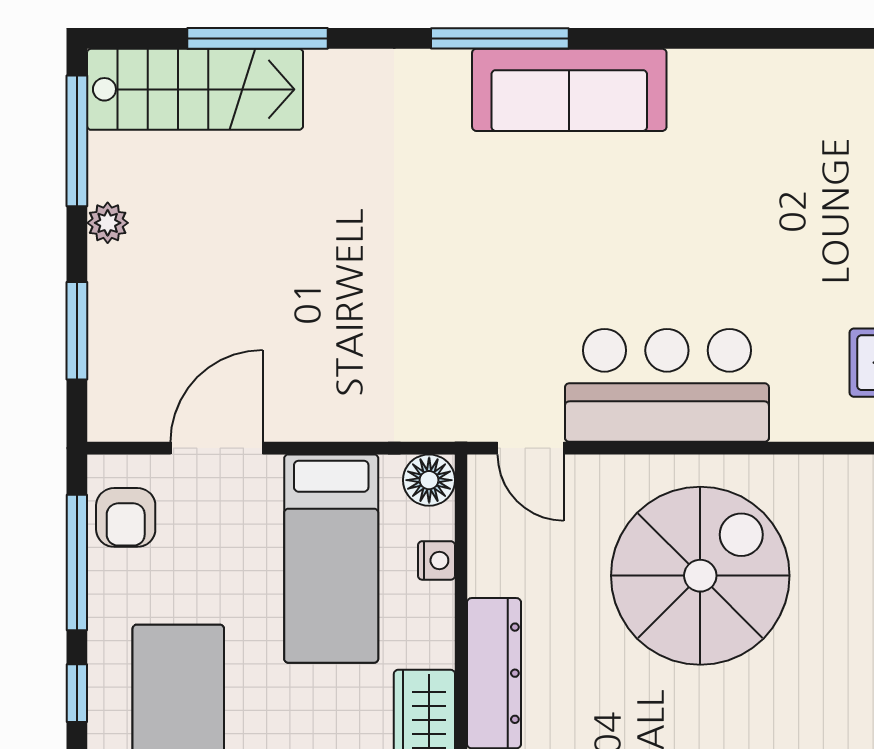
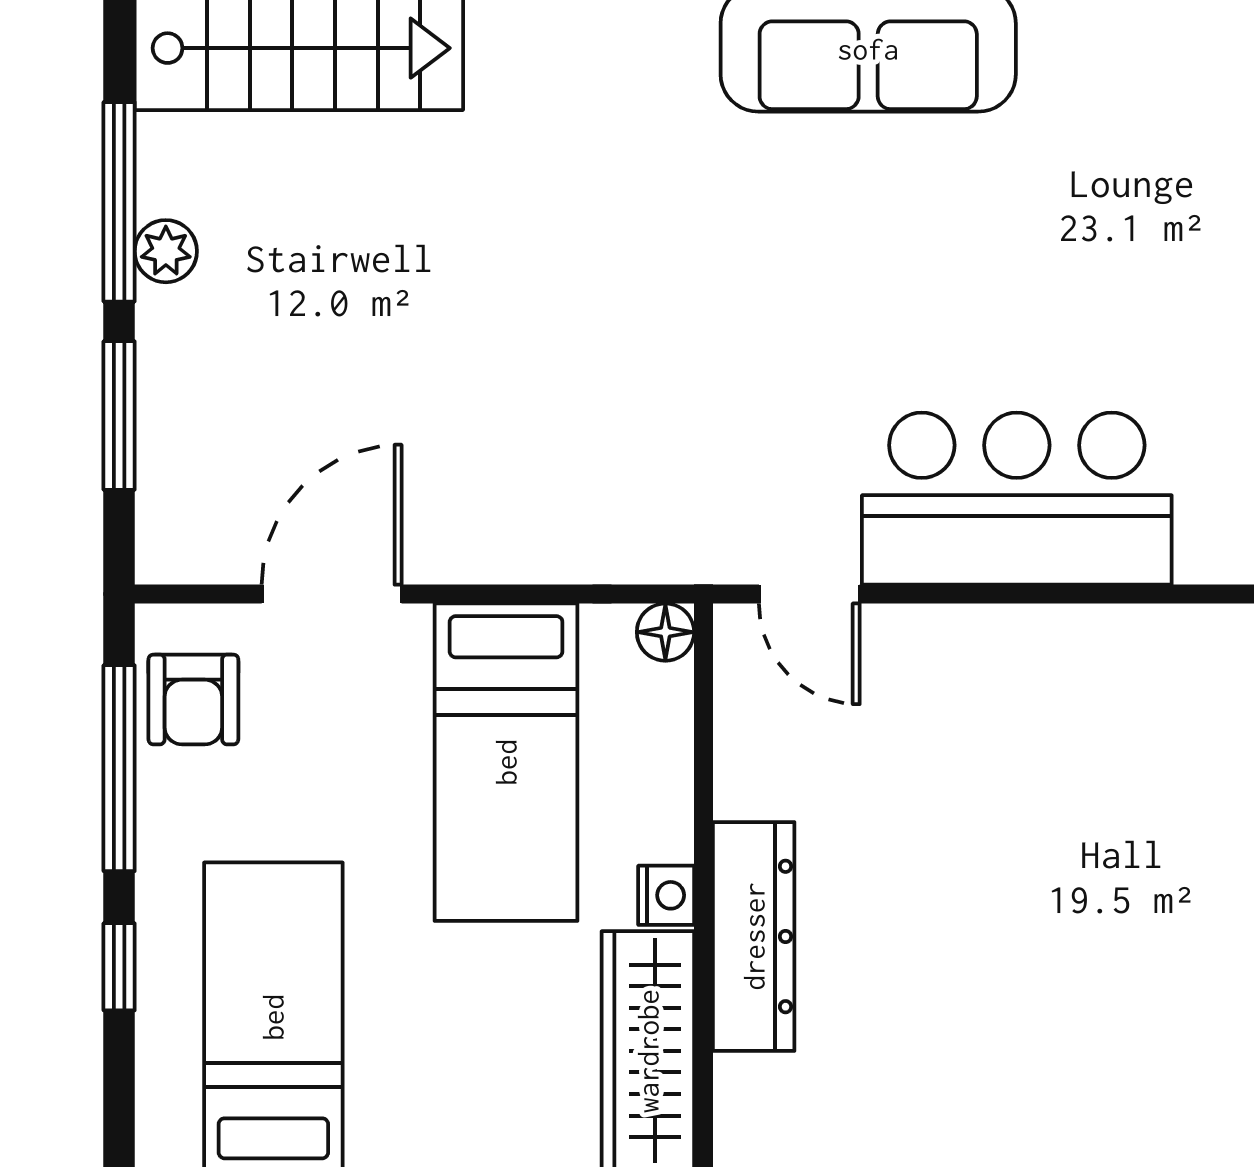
window: (77, 141) -> (119, 202), moved
floor lamp: (429, 480) -> (665, 632), width x0.73, depth x0.73
nightstand: (436, 560) -> (666, 895), moved
spiral stairs: (700, 576) -> (1068, 788), removed

